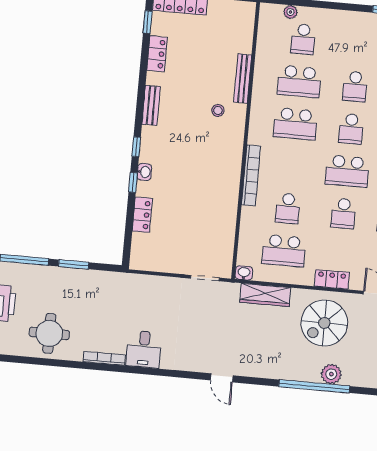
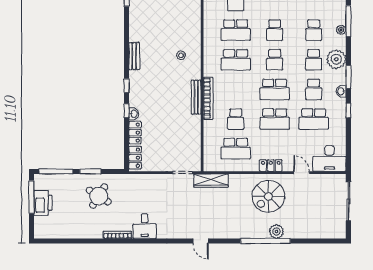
locker: (157, 54) -> (135, 158), moved
bench: (243, 78) -> (196, 97), moved
washbasin: (144, 172) -> (134, 114), moved
school desk: (343, 213) -> (275, 119), width x1.85
washbasin: (244, 273) -> (209, 167), removed
wardrobe: (265, 295) -> (211, 181), moved
round table: (49, 333) -> (99, 196), moved, turned 32

